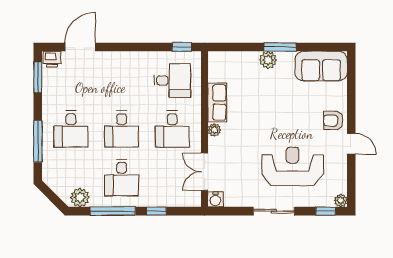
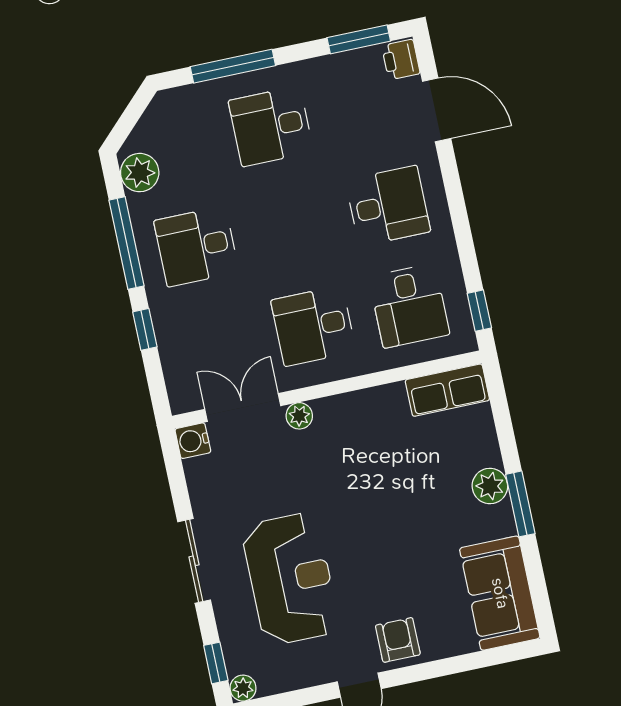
row of seats: (217, 103) -> (447, 390), moved
desk: (122, 129) -> (388, 206), moved, turned 180
plant: (214, 130) -> (299, 416), moved

